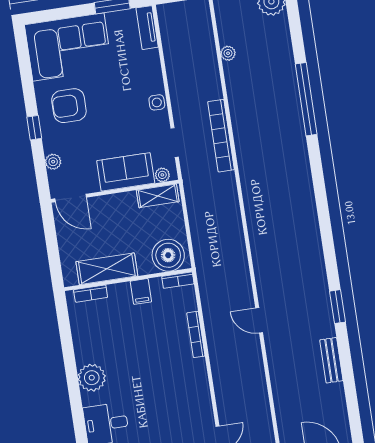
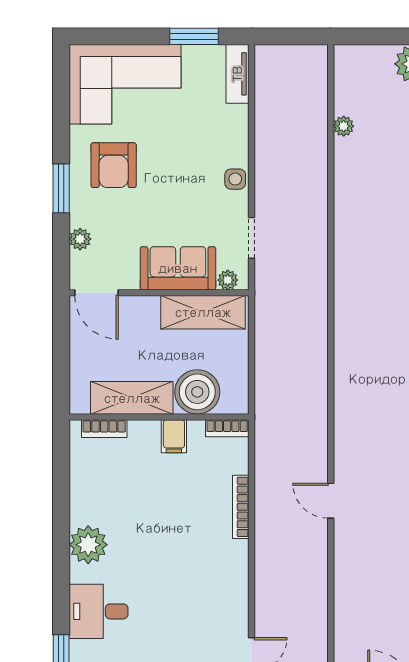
armchair: (69, 106) -> (114, 165), turned -90
window: (34, 128) -> (61, 188), width x1.50
bookcase: (221, 136) -> (317, 238), removed
shelving: (158, 196) -> (203, 312), width x1.50, depth x1.33
boiler: (168, 255) -> (197, 392), moved

